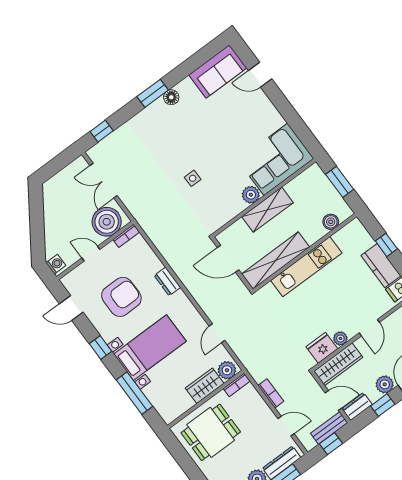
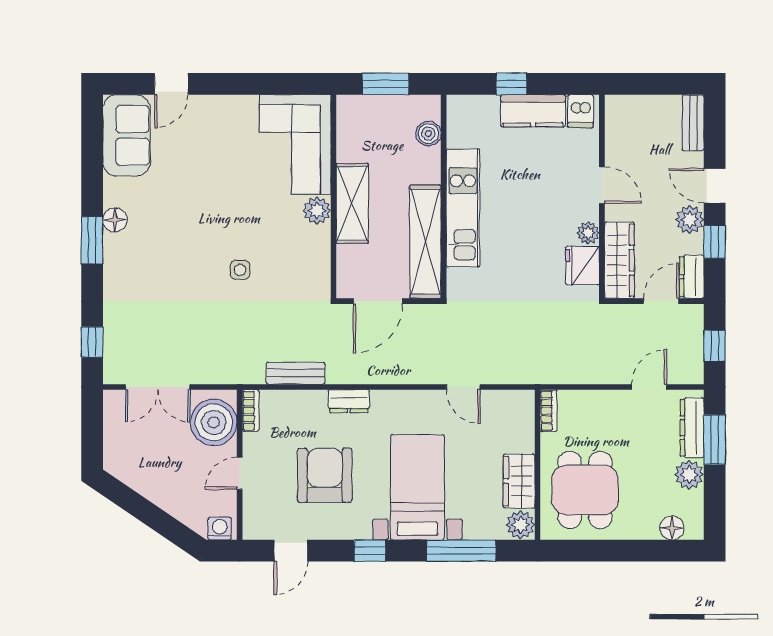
plant: (227, 370) -> (520, 525), moved
wardrobe: (205, 386) -> (519, 481), moved
bookcase: (271, 393) -> (592, 375), removed
bench: (329, 428) -> (296, 373), moved, turned 90

